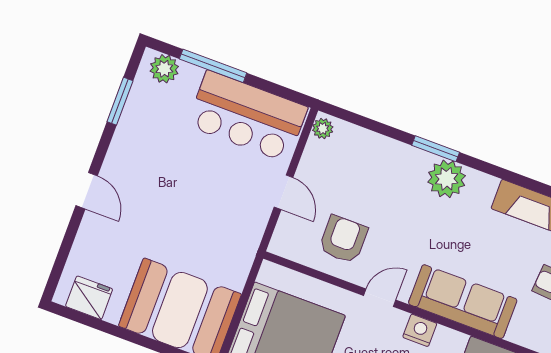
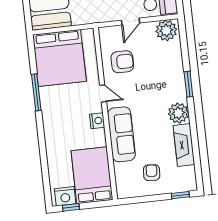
plant: (323, 129) -> (166, 30), width x1.88, depth x1.88
plant: (447, 179) -> (178, 113), moved

